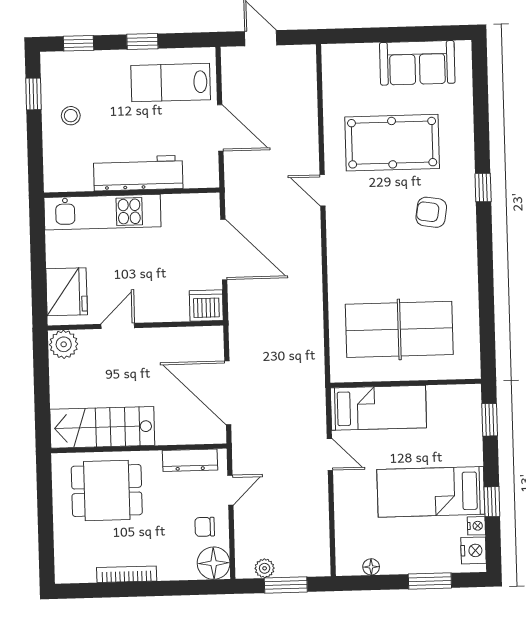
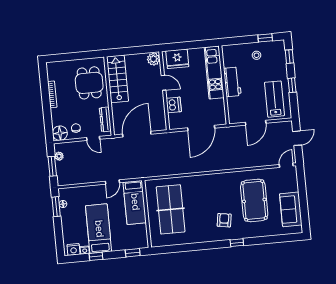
workbench: (138, 173) -> (232, 82), width x0.73
door: (322, 190) -> (286, 165), moved
dishwasher: (206, 306) -> (174, 105), moved
window: (430, 581) -> (56, 207), moved

